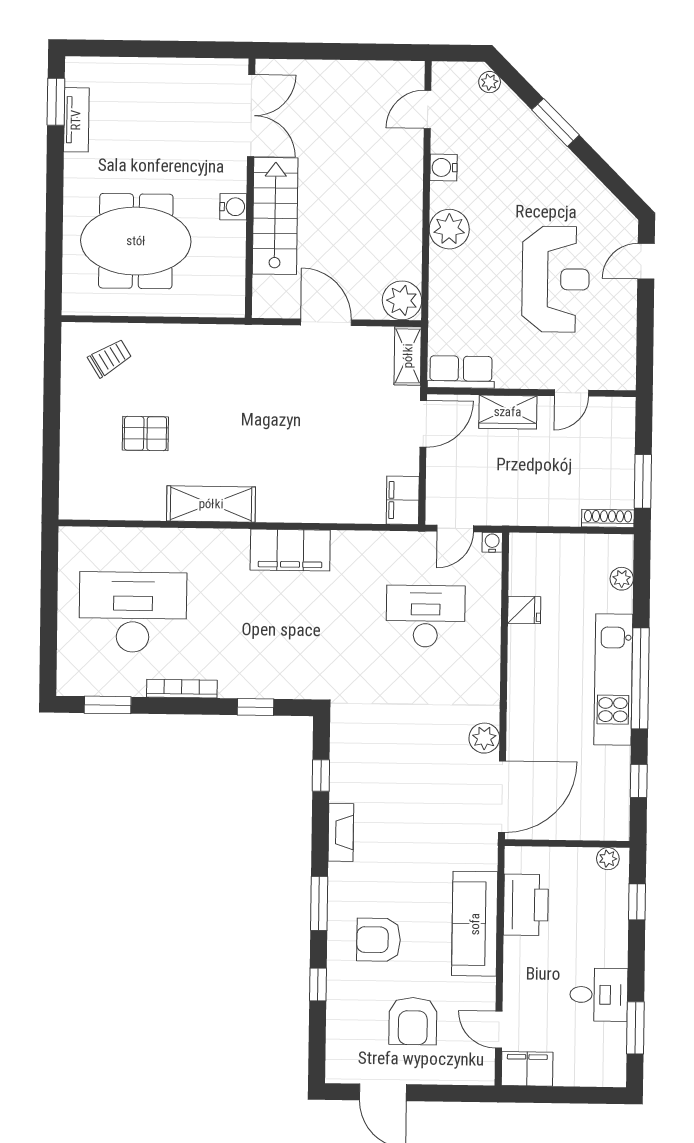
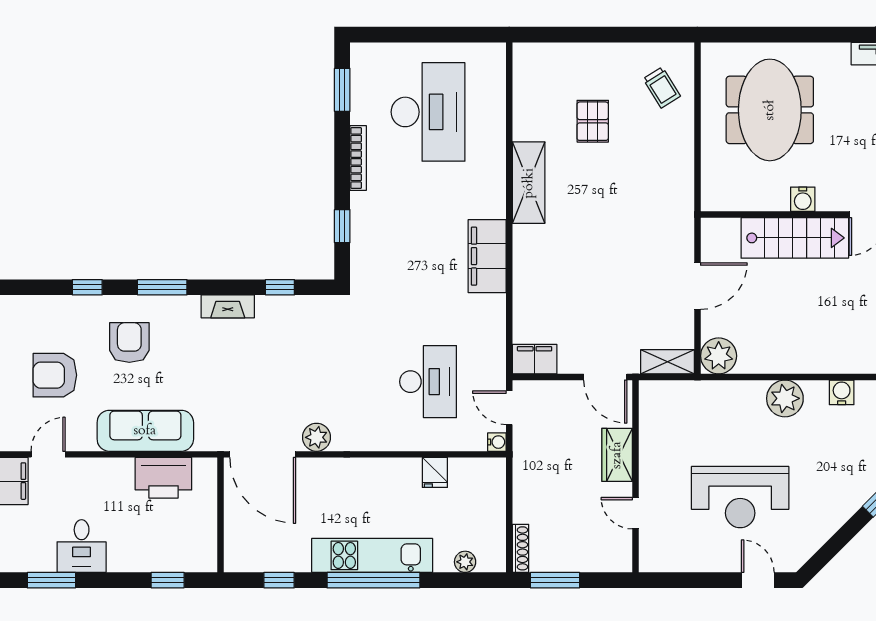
row of seats: (461, 372) -> (653, 411), removed
plant: (608, 859) -> (207, 553), removed

